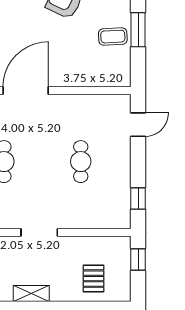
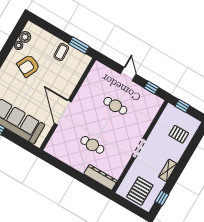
window: (138, 30) -> (79, 45), moved
door: (138, 125) -> (128, 74), moved

